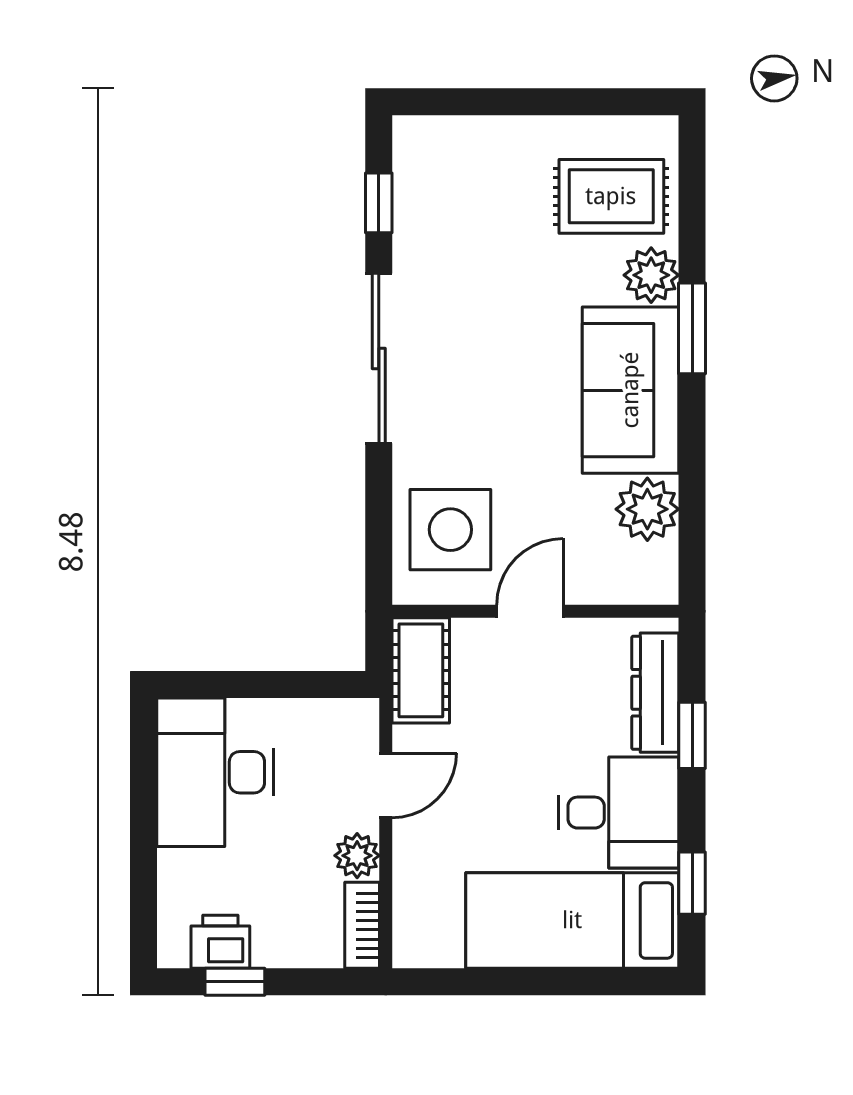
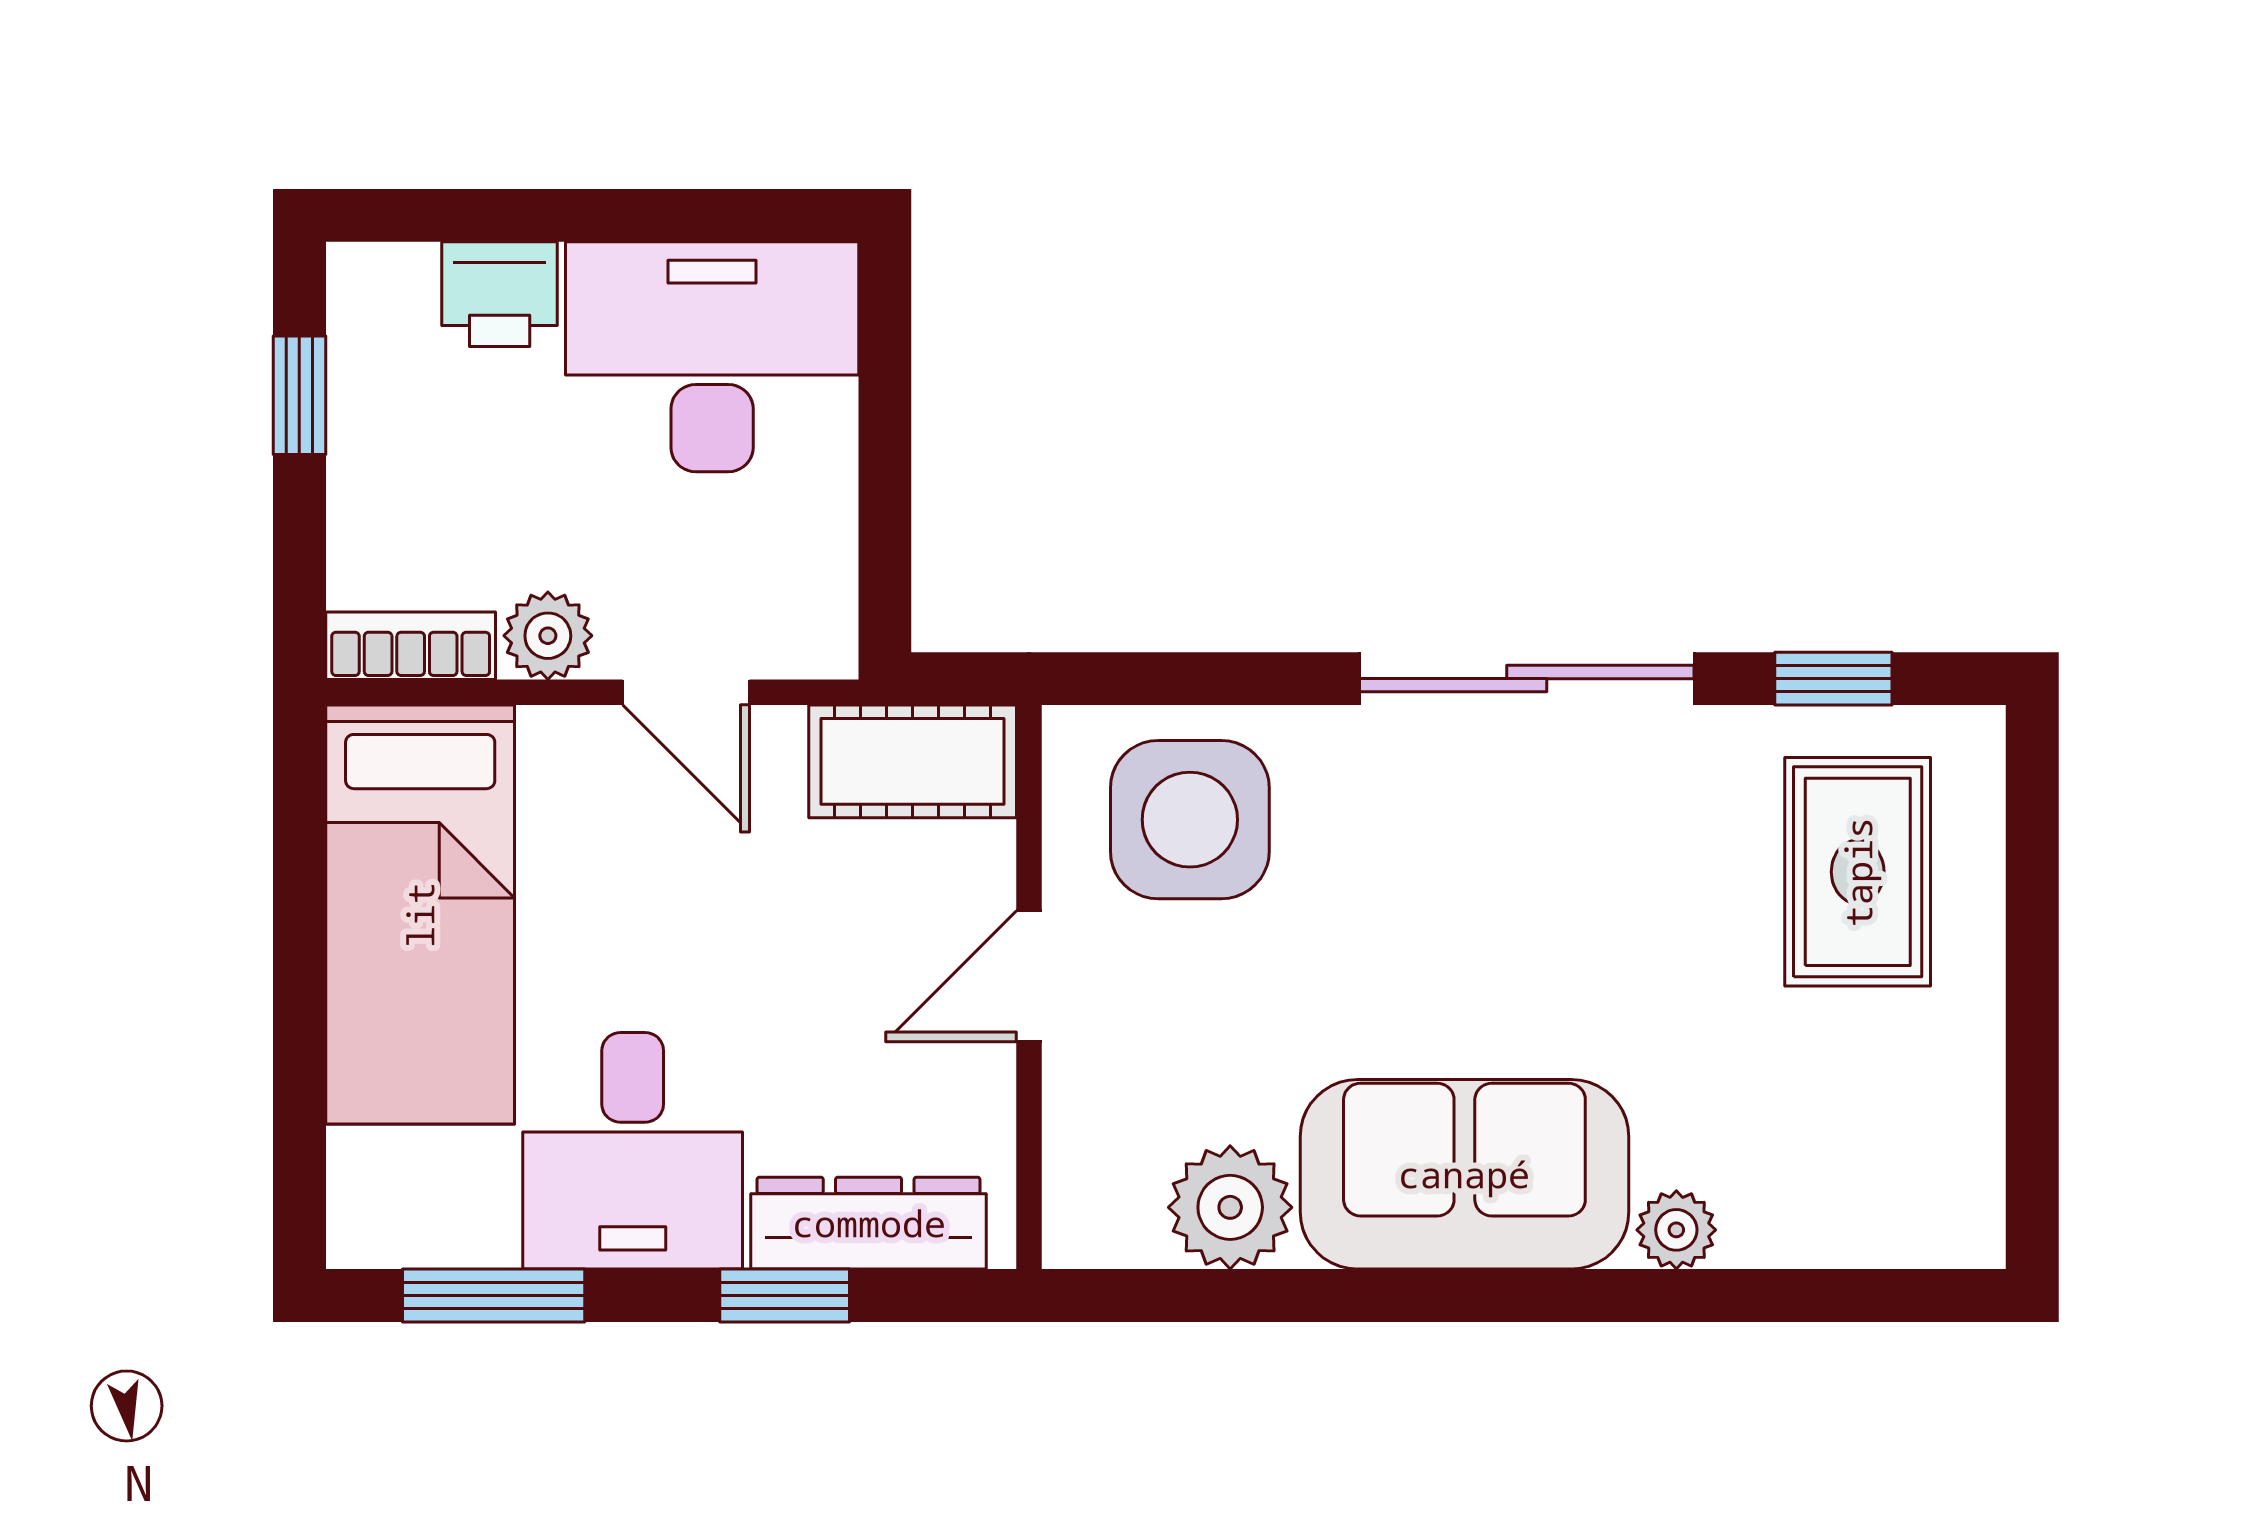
rug: (611, 196) -> (1858, 872), moved
plant: (651, 275) -> (1676, 1230), width x0.73, depth x0.73
window: (692, 328) -> (1586, 1295), removed
door: (530, 611) -> (1029, 976), swing flipped
window: (692, 883) -> (494, 1295), width x1.50
bed: (572, 920) -> (420, 915), moved, turned 180
printer: (220, 942) -> (500, 294), moved, turned 90

